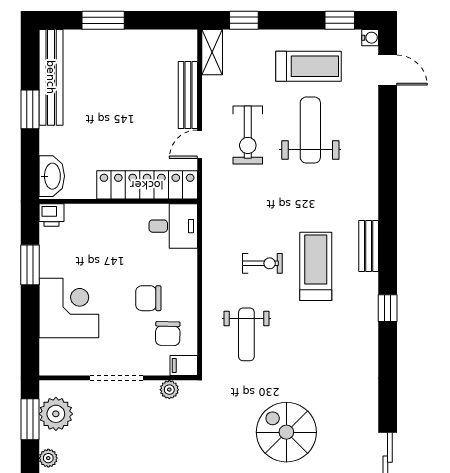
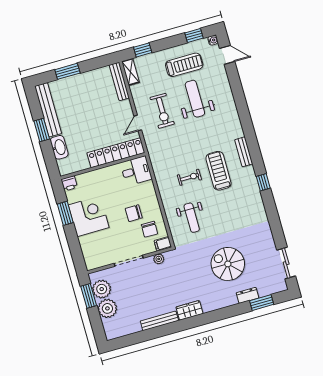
bench: (188, 95) -> (119, 81), moved
washbasin: (52, 176) -> (59, 147), moved
corner desk: (69, 308) -> (89, 216), moved
plant: (48, 458) -> (107, 308), width x1.87, depth x1.87

